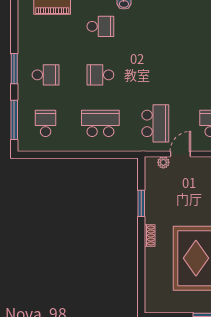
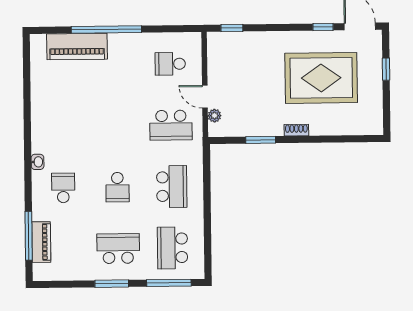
school desk: (46, 75) -> (118, 249), width x1.85
school desk: (46, 123) -> (172, 248), width x1.85
school desk: (100, 123) -> (172, 187), turned 180
school desk: (155, 123) -> (171, 125), turned 180

